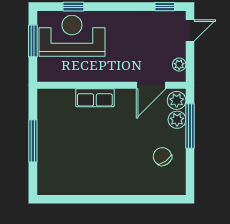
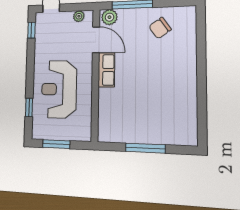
reception desk: (72, 36) -> (59, 89), moved
row of seats: (95, 98) -> (106, 70), moved
plant: (177, 120) -> (126, 16), removed

